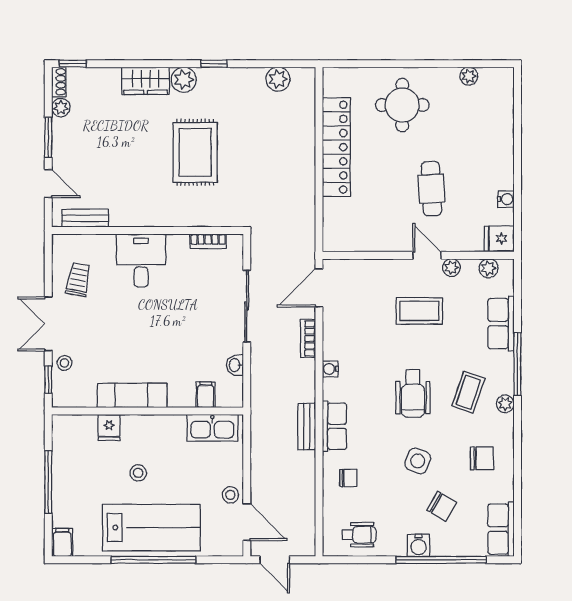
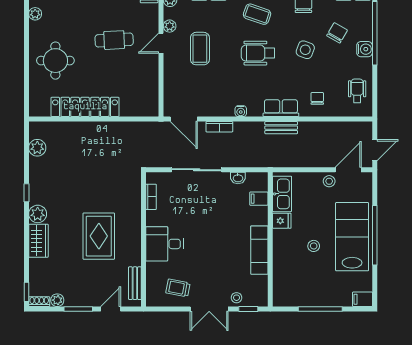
rug: (195, 152) -> (99, 236), moved, turned 90
wheelchair: (413, 394) -> (258, 53), turned 180
fridge: (109, 427) -> (282, 221), moved

